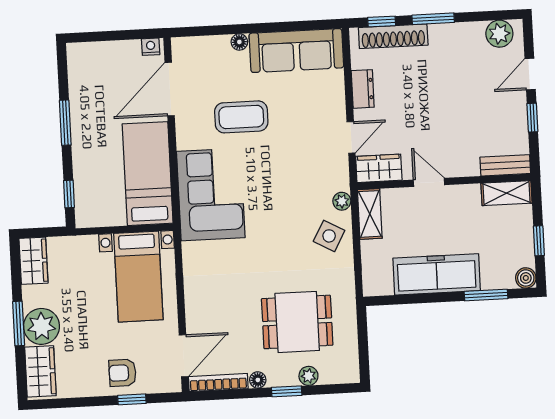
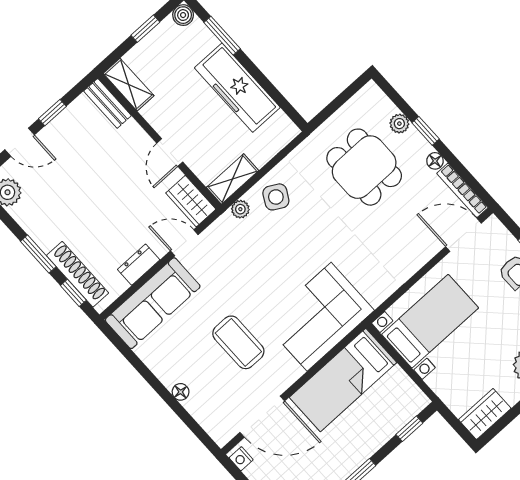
sofa: (296, 51) -> (153, 303), moved, turned 90

